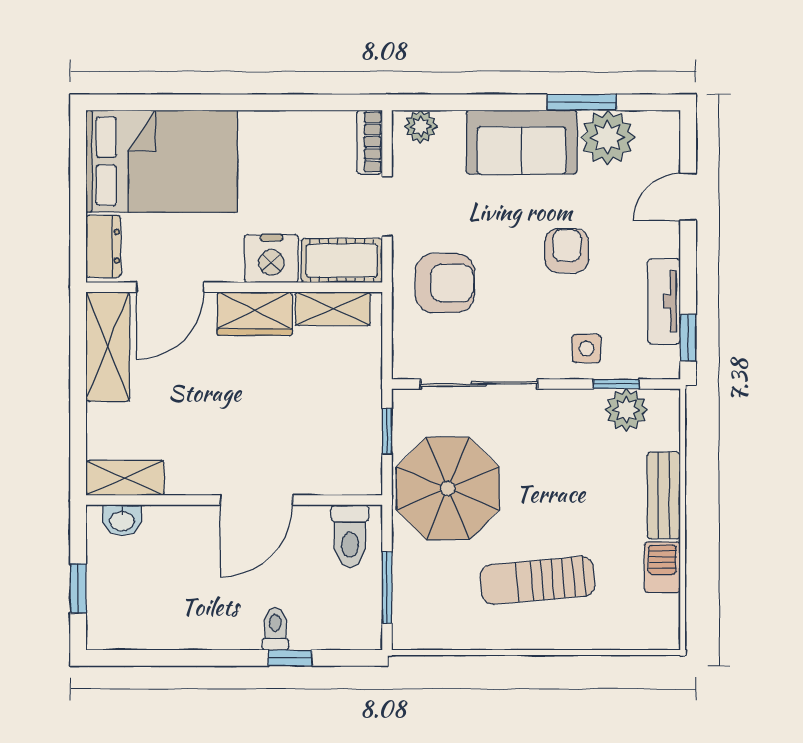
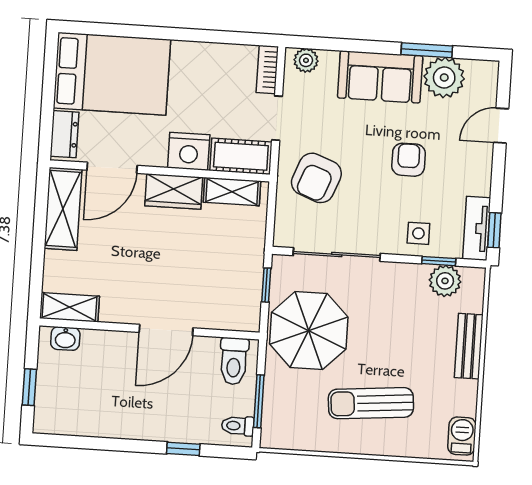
armchair: (445, 283) -> (316, 178), turned 111
tv unit: (664, 301) -> (477, 228), moved
barbecue: (662, 567) -> (462, 436), moved
toilet: (275, 629) -> (238, 426), moved, turned -90

